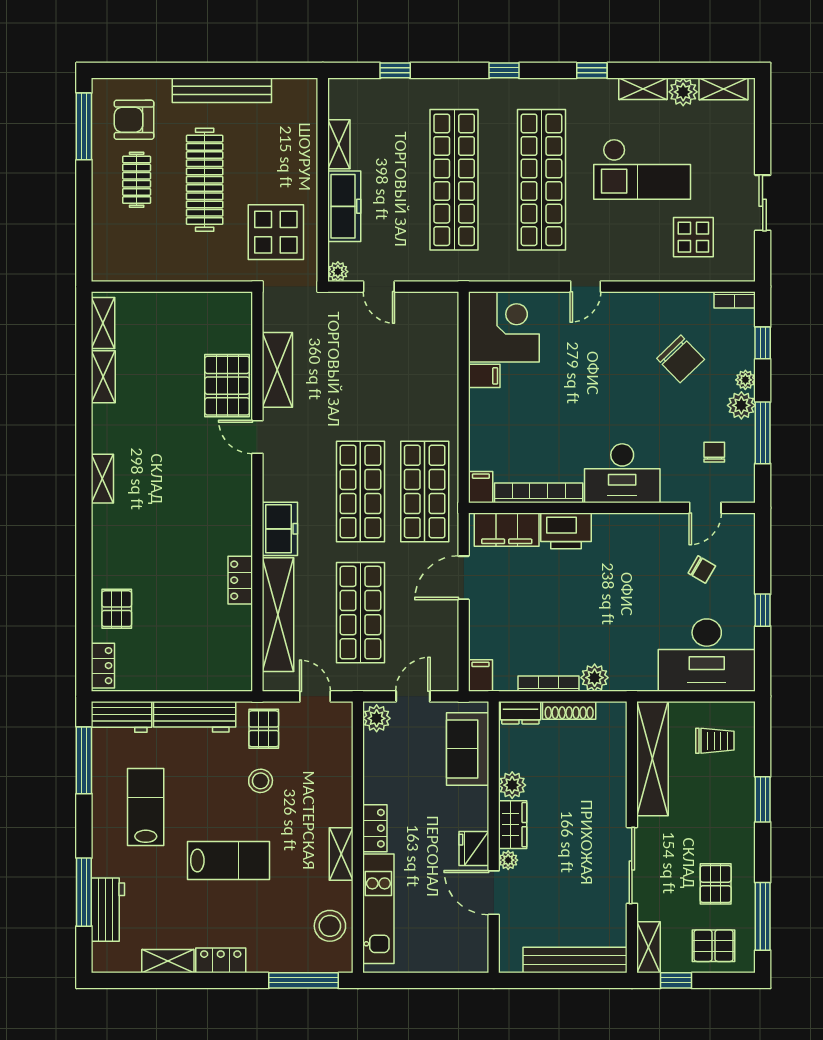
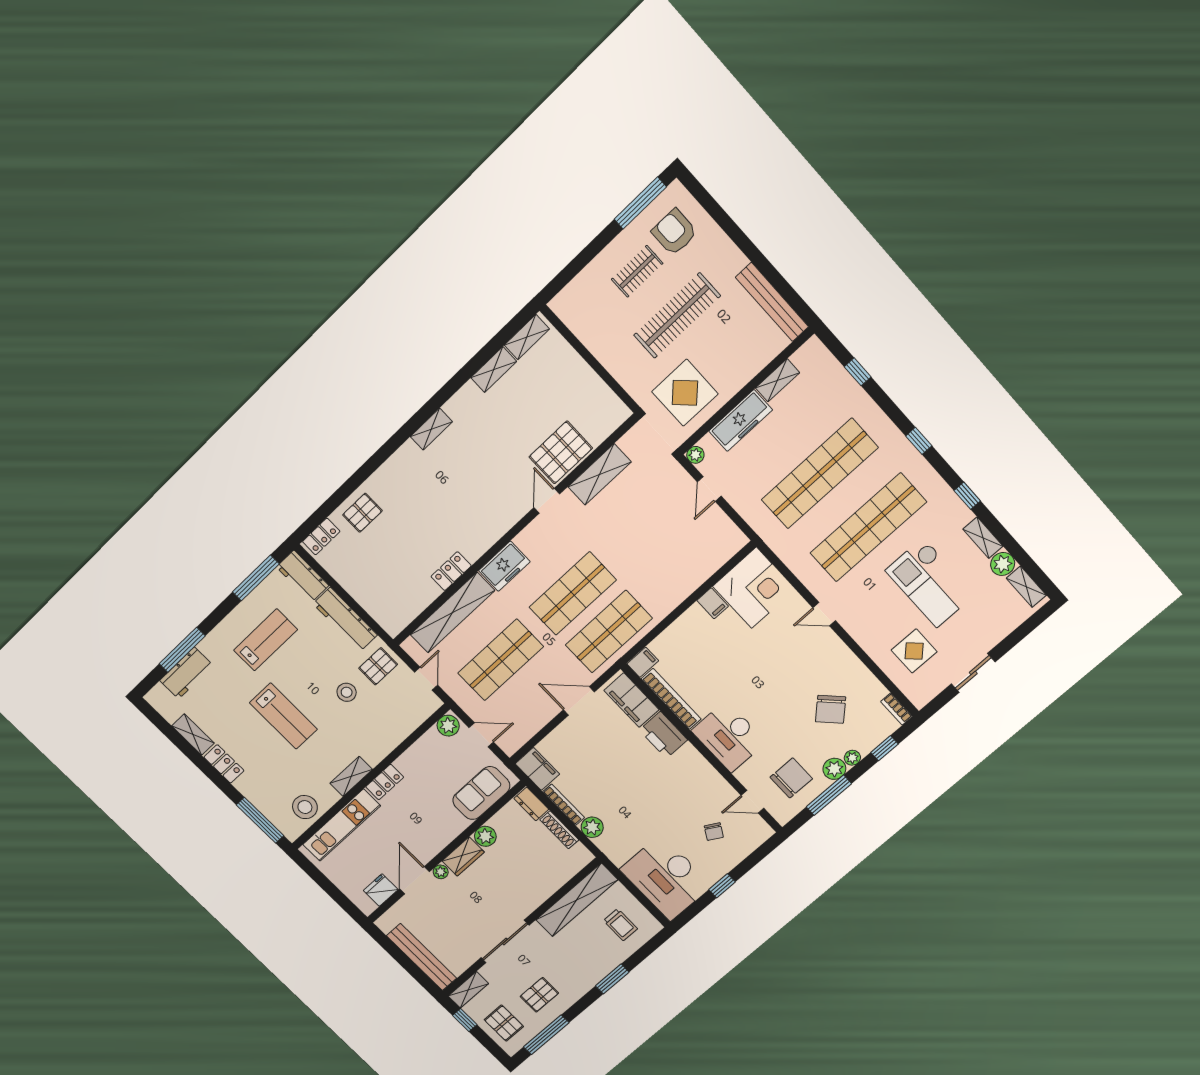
bench: (222, 90) -> (772, 302), moved
chair: (714, 452) -> (791, 778), width x1.87, depth x1.87
filing cabinet: (480, 675) -> (537, 769), width x2.00
fridge: (474, 848) -> (381, 890), moved

